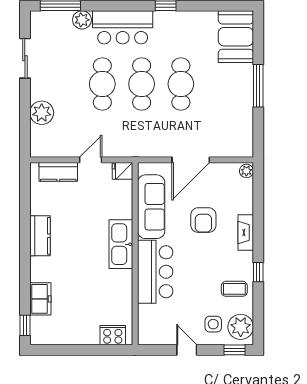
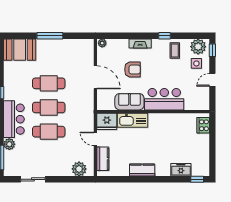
plant: (42, 113) -> (79, 169), moved
fridge: (122, 171) -> (107, 121), width x1.88, depth x1.34
sofa: (151, 207) -> (129, 102), width x0.73
kitchen sink: (121, 244) -> (132, 120), moved

